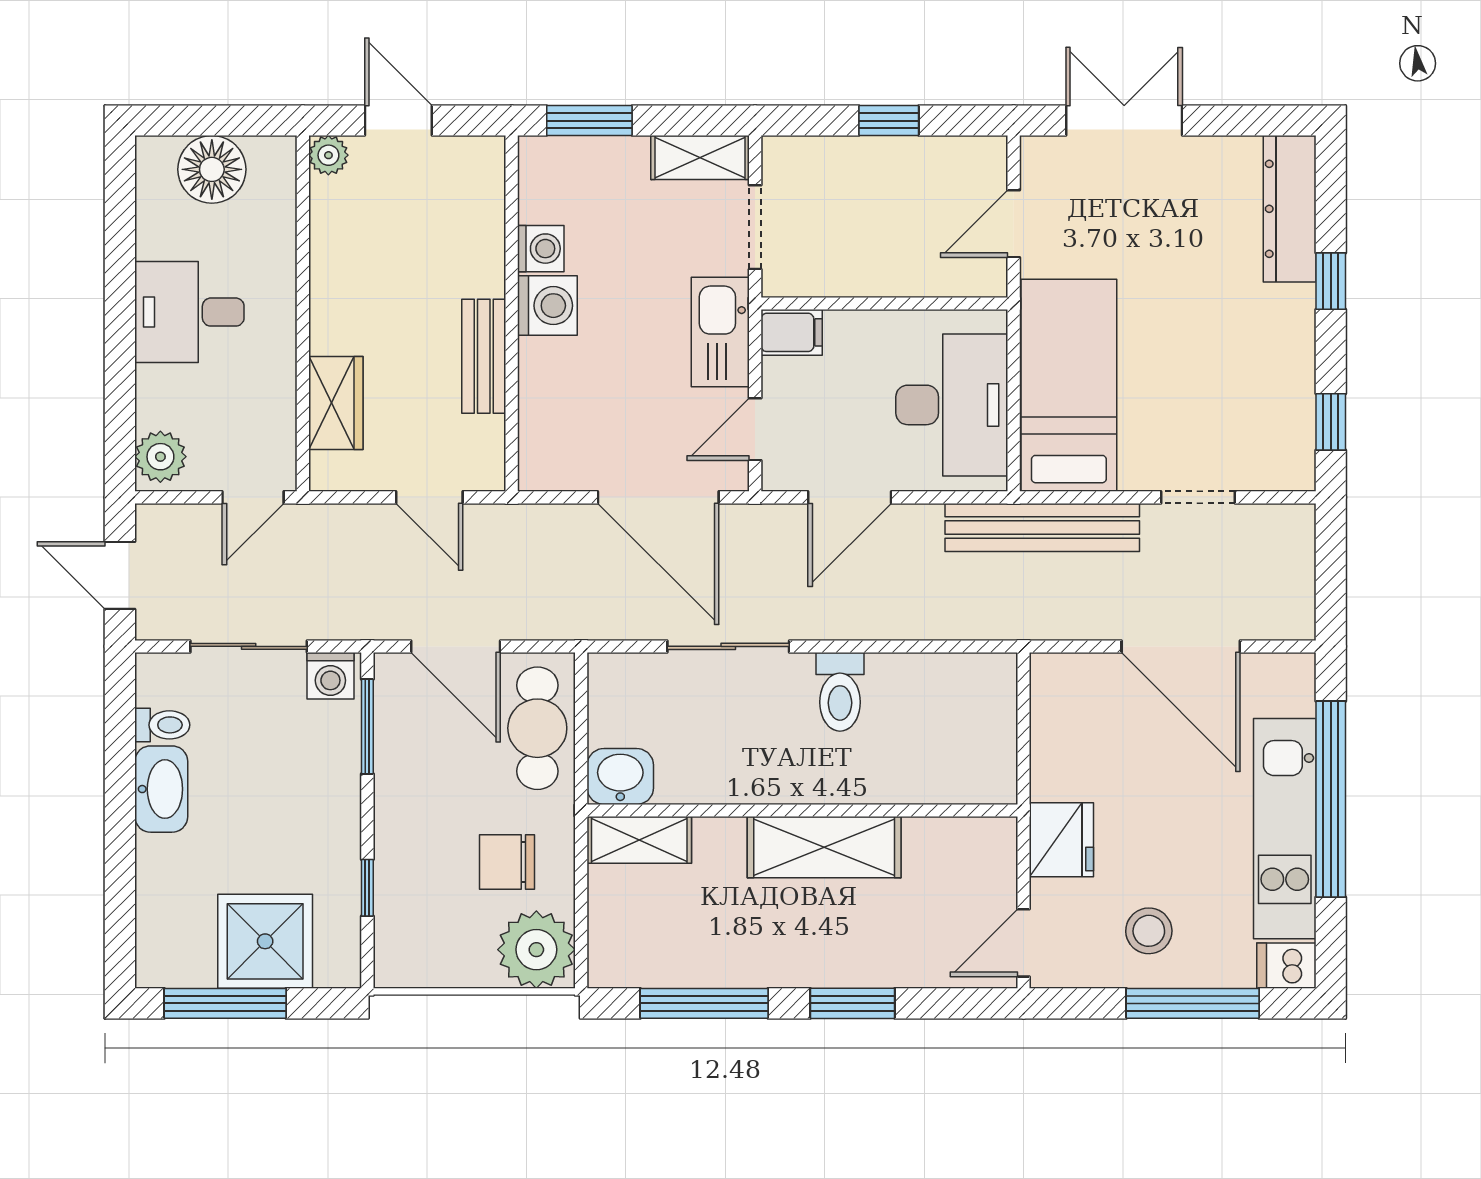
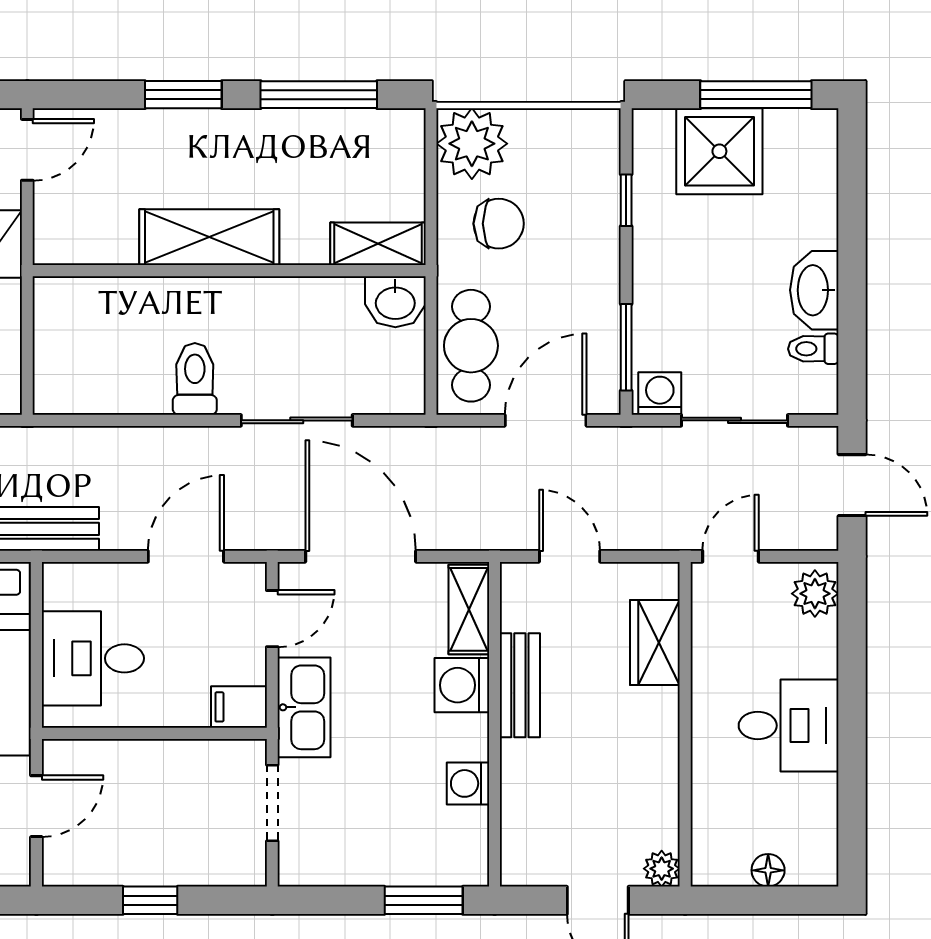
shelving: (700, 158) -> (469, 609), moved, turned 90
floor lamp: (212, 169) -> (768, 870), width x0.53, depth x0.53
washing machine: (547, 306) -> (462, 685), moved
desk: (952, 405) -> (93, 658), width x0.73
door: (456, 646) -> (546, 420), hinge flipped

